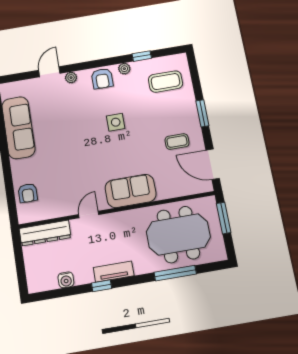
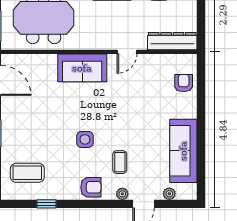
plant: (124, 69) -> (169, 194), moved
armchair: (102, 79) -> (91, 187), turned 90
coffee table: (177, 142) -> (120, 162), moved, turned 90

